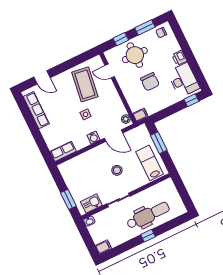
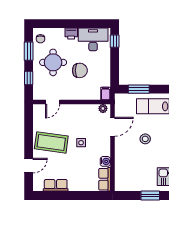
round table: (135, 55) -> (53, 62), moved
coffee table: (85, 84) -> (51, 142), moved
row of seats: (36, 110) -> (56, 185), width x0.68
water cooler: (93, 137) -> (105, 161), moved

